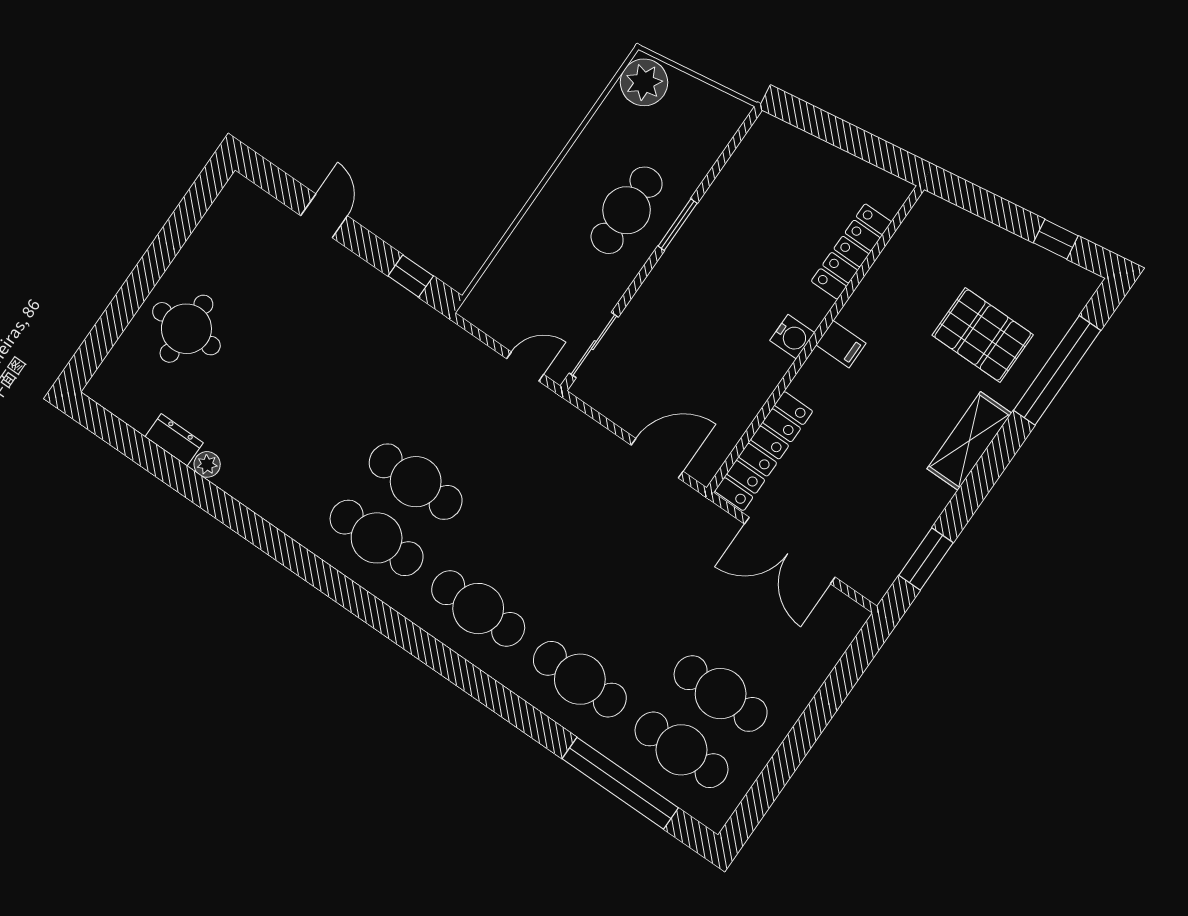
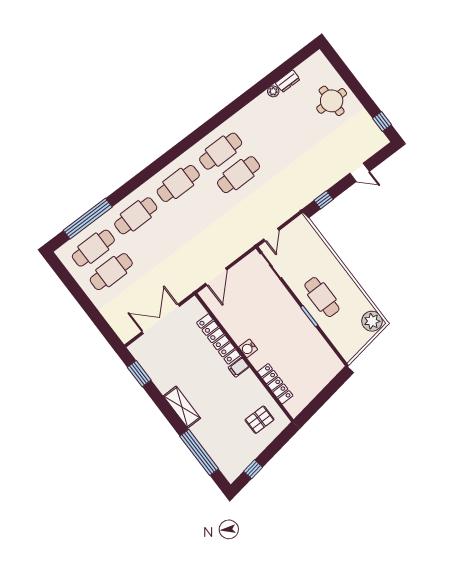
window: (196, 203) -> (382, 122), added
pallet: (983, 335) -> (260, 420), moved, width x0.67, depth x0.71
locker: (764, 451) -> (218, 339), moved

